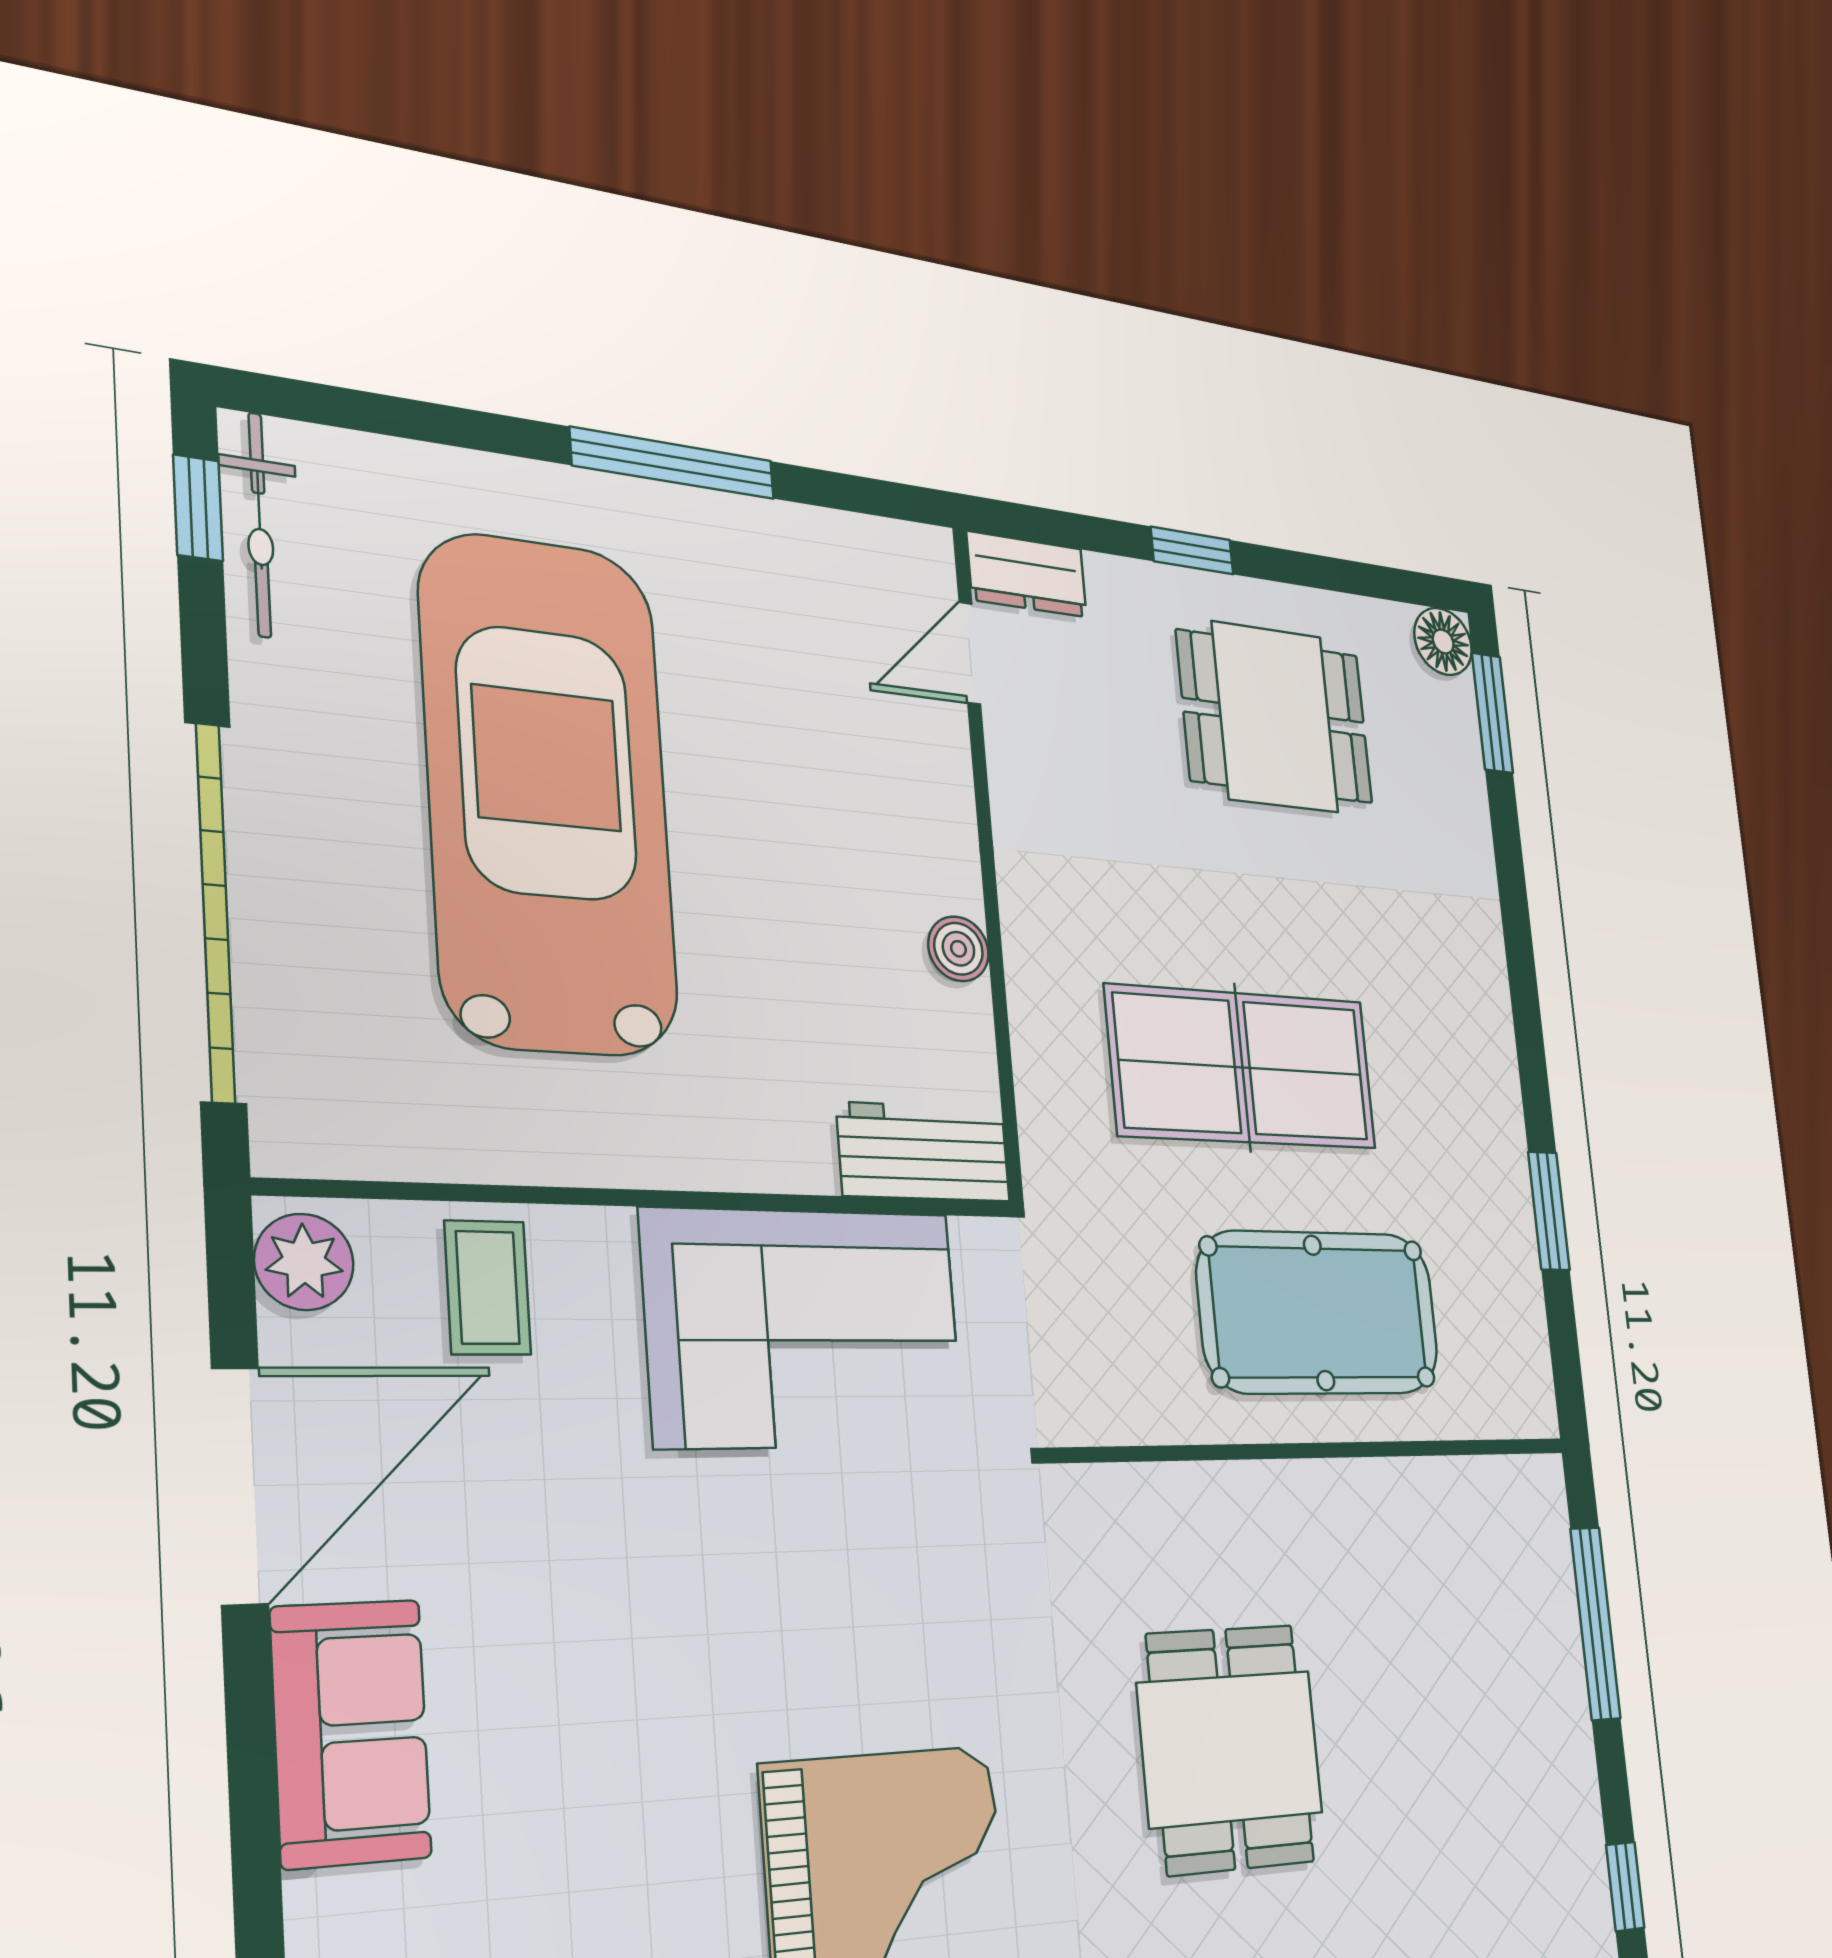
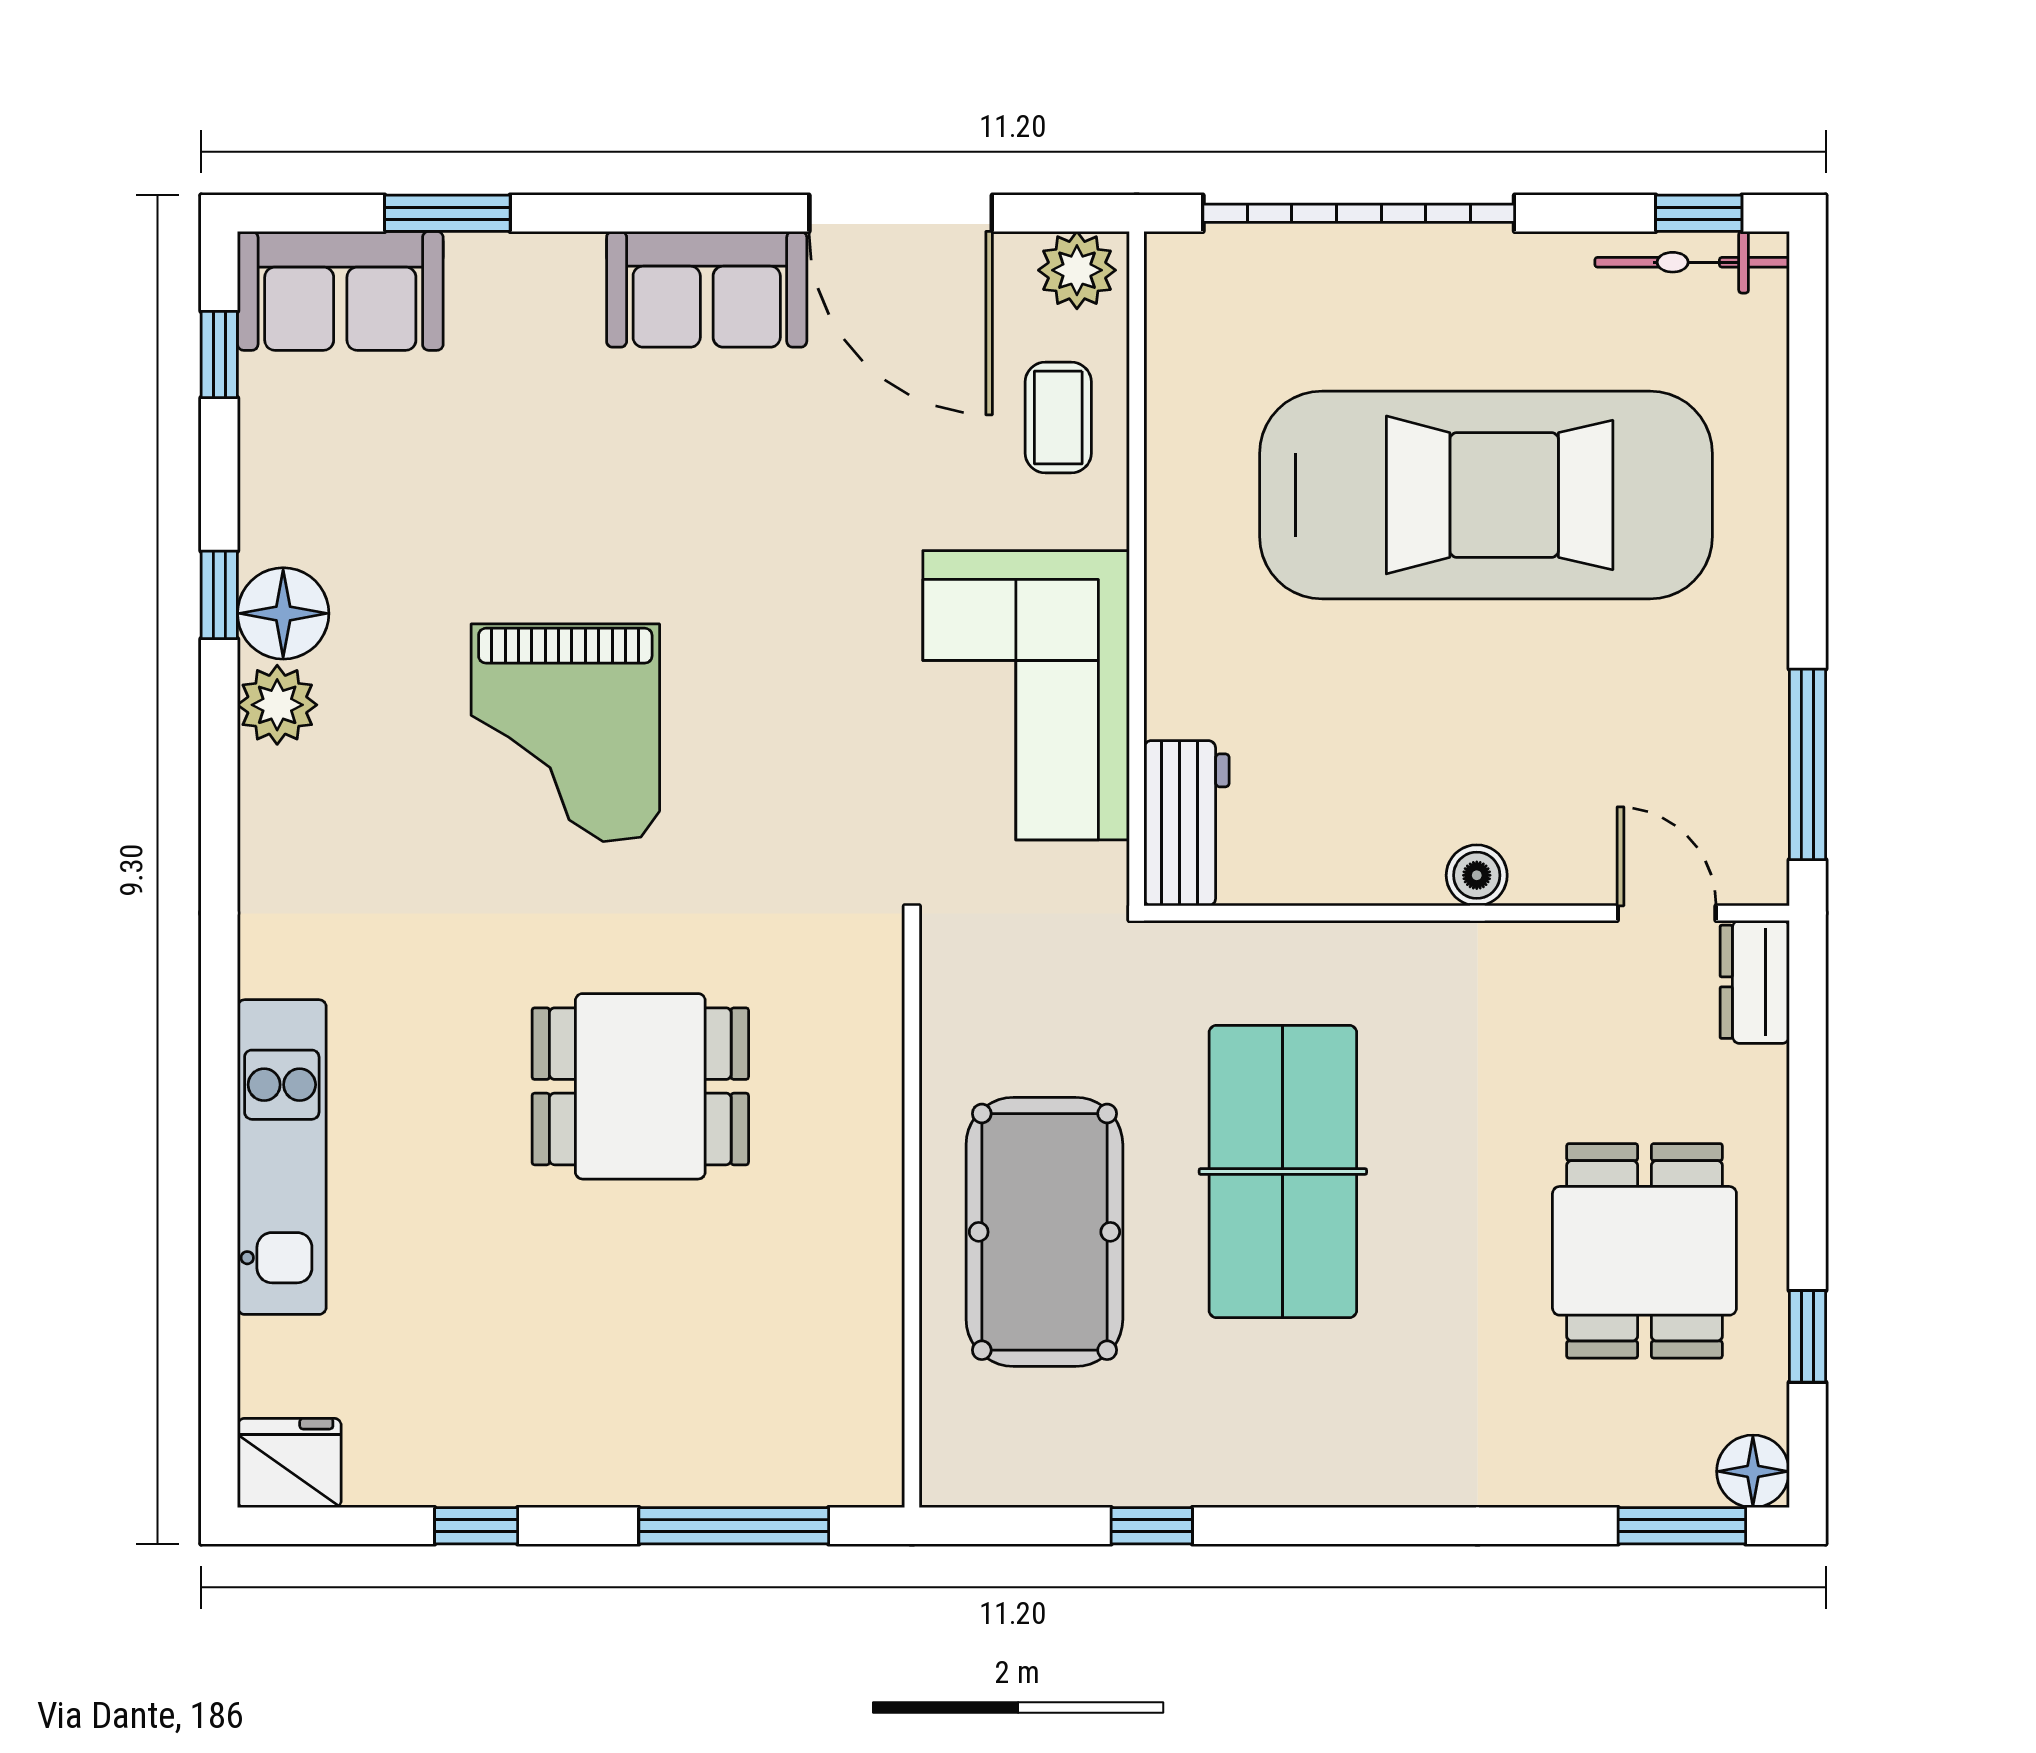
window: (673, 463) -> (1807, 764), moved
window: (1192, 550) -> (1807, 1336), moved
boiler: (958, 949) -> (1477, 875), moved
window: (1549, 1211) -> (1152, 1526), width x0.67
coffee table: (488, 1288) -> (1058, 418), turned 90

